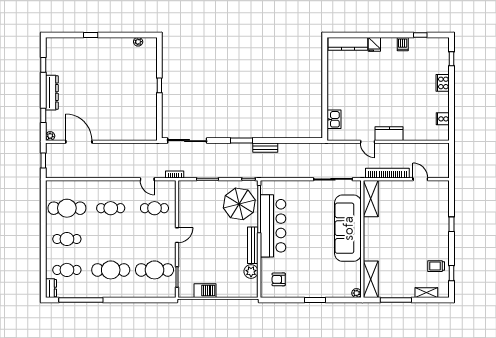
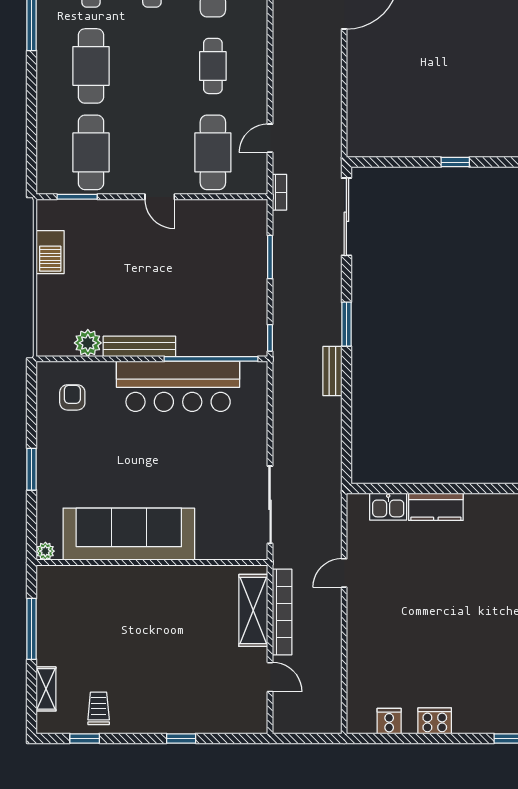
cooker: (443, 83) -> (435, 721), moved
kitchen counter: (389, 134) -> (436, 507), moved, turned 90
door: (420, 179) -> (270, 677), hinge flipped
shelving: (371, 199) -> (253, 610), moved, turned 90
parasol: (239, 204) -> (221, 320), removed
cafe table: (154, 208) -> (213, 152), width x1.37, depth x1.35
sofa: (348, 228) -> (129, 534), moved
shelving: (371, 279) -> (72, 579), removed

